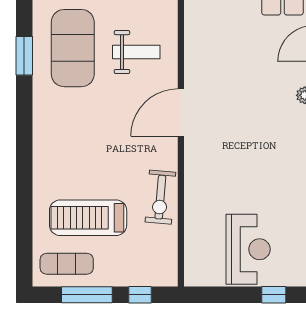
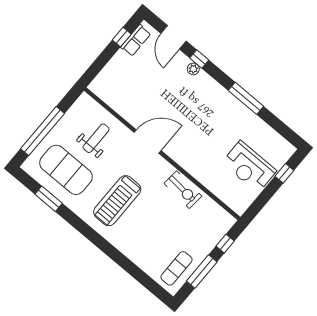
door: (181, 113) -> (148, 142), swing flipped
treadmill: (88, 218) -> (117, 201), moved
reception desk: (248, 249) -> (249, 167), turned 180

